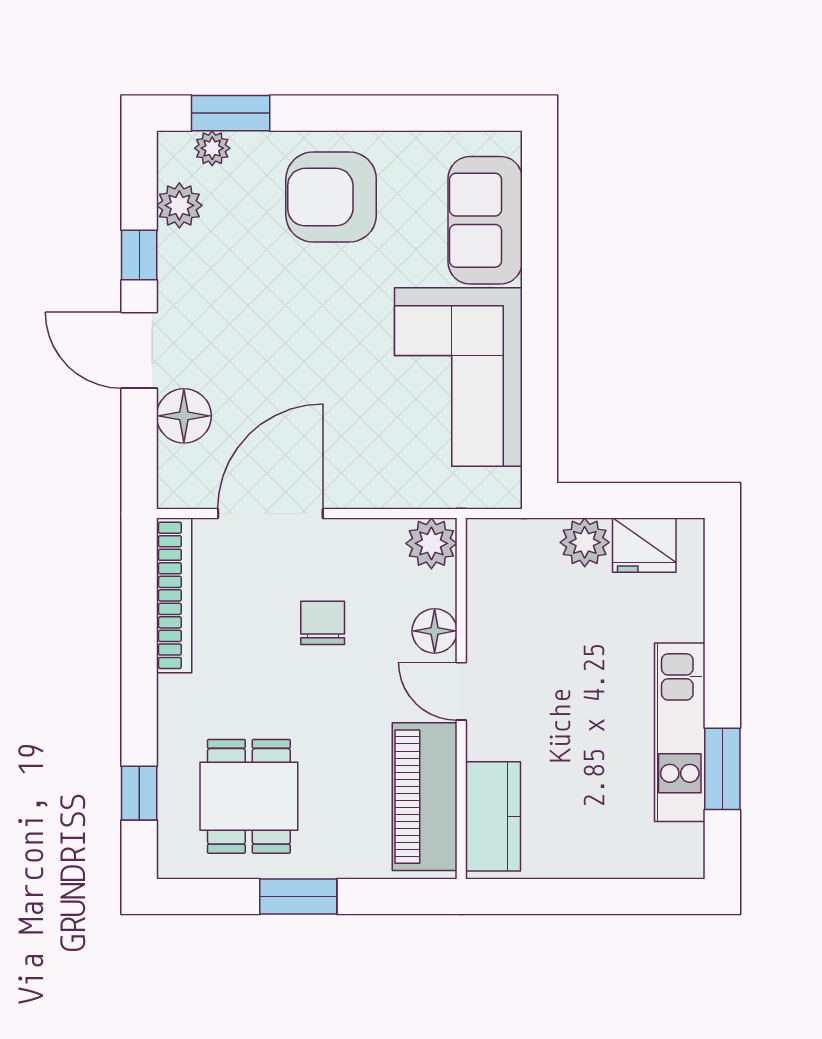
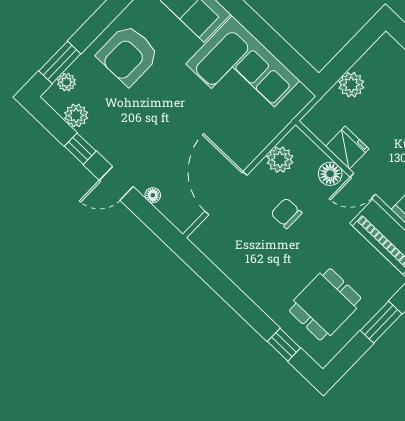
door: (139, 350) -> (116, 183), width x0.73
floor lamp: (184, 416) -> (153, 195), width x0.53, depth x0.53
plant: (431, 543) -> (280, 160), moved
fridge: (644, 545) -> (347, 148), moved, turned -90
bookcase: (174, 595) -> (222, 259), removed
dining table: (249, 796) -> (325, 304), turned 90

